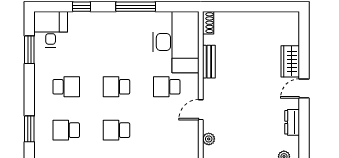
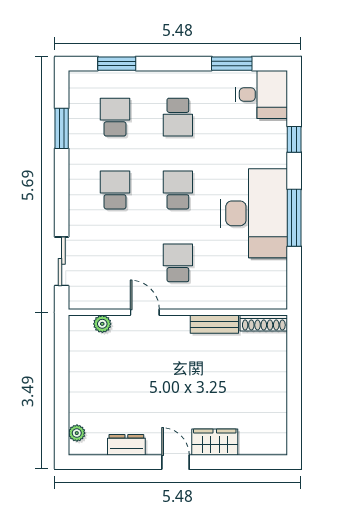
shoe rack: (208, 23) -> (264, 323), width x1.43
desk: (176, 42) -> (254, 213), moved, turned -90

